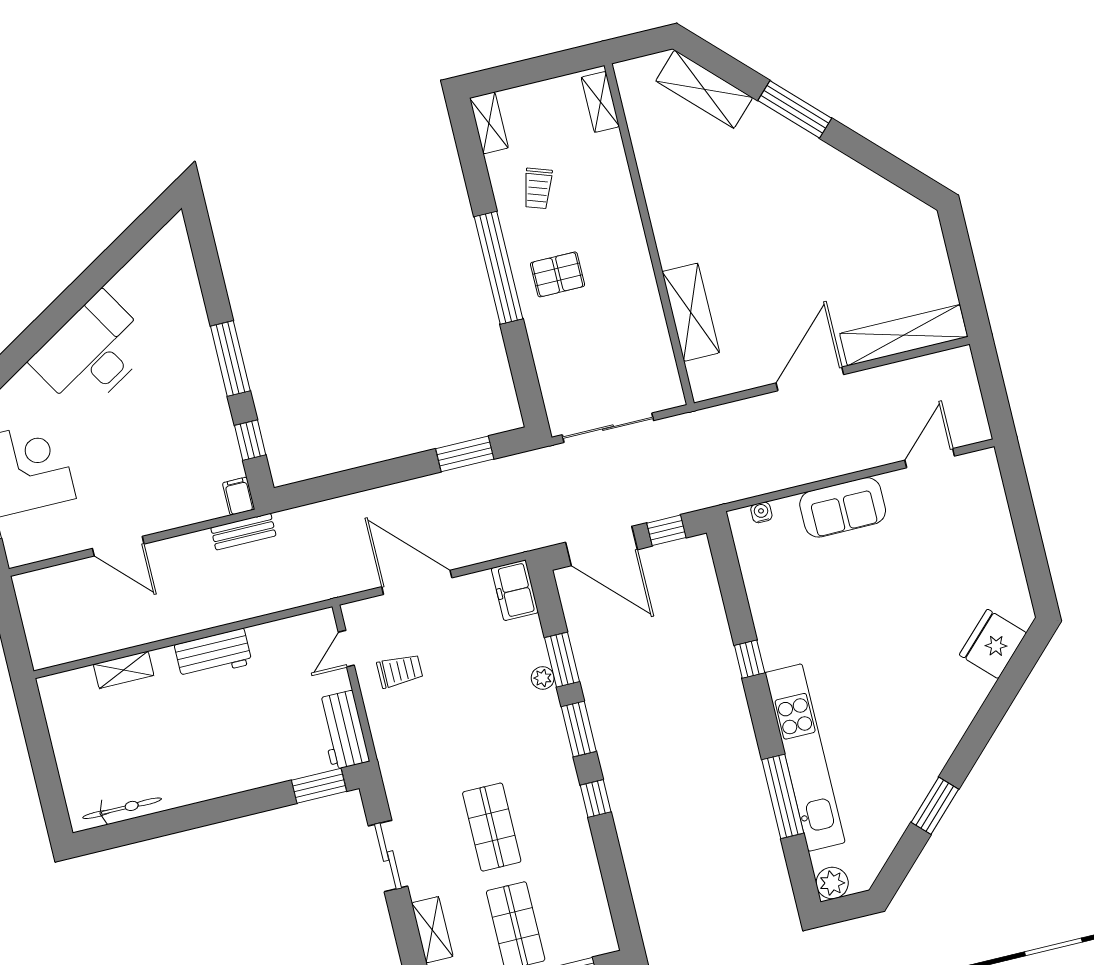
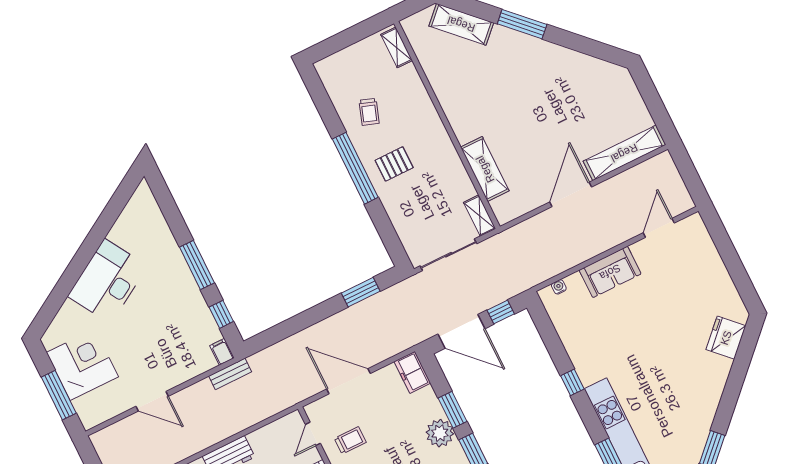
shelving: (489, 123) -> (480, 216), moved
plant: (543, 678) -> (440, 433), width x1.87, depth x1.87

